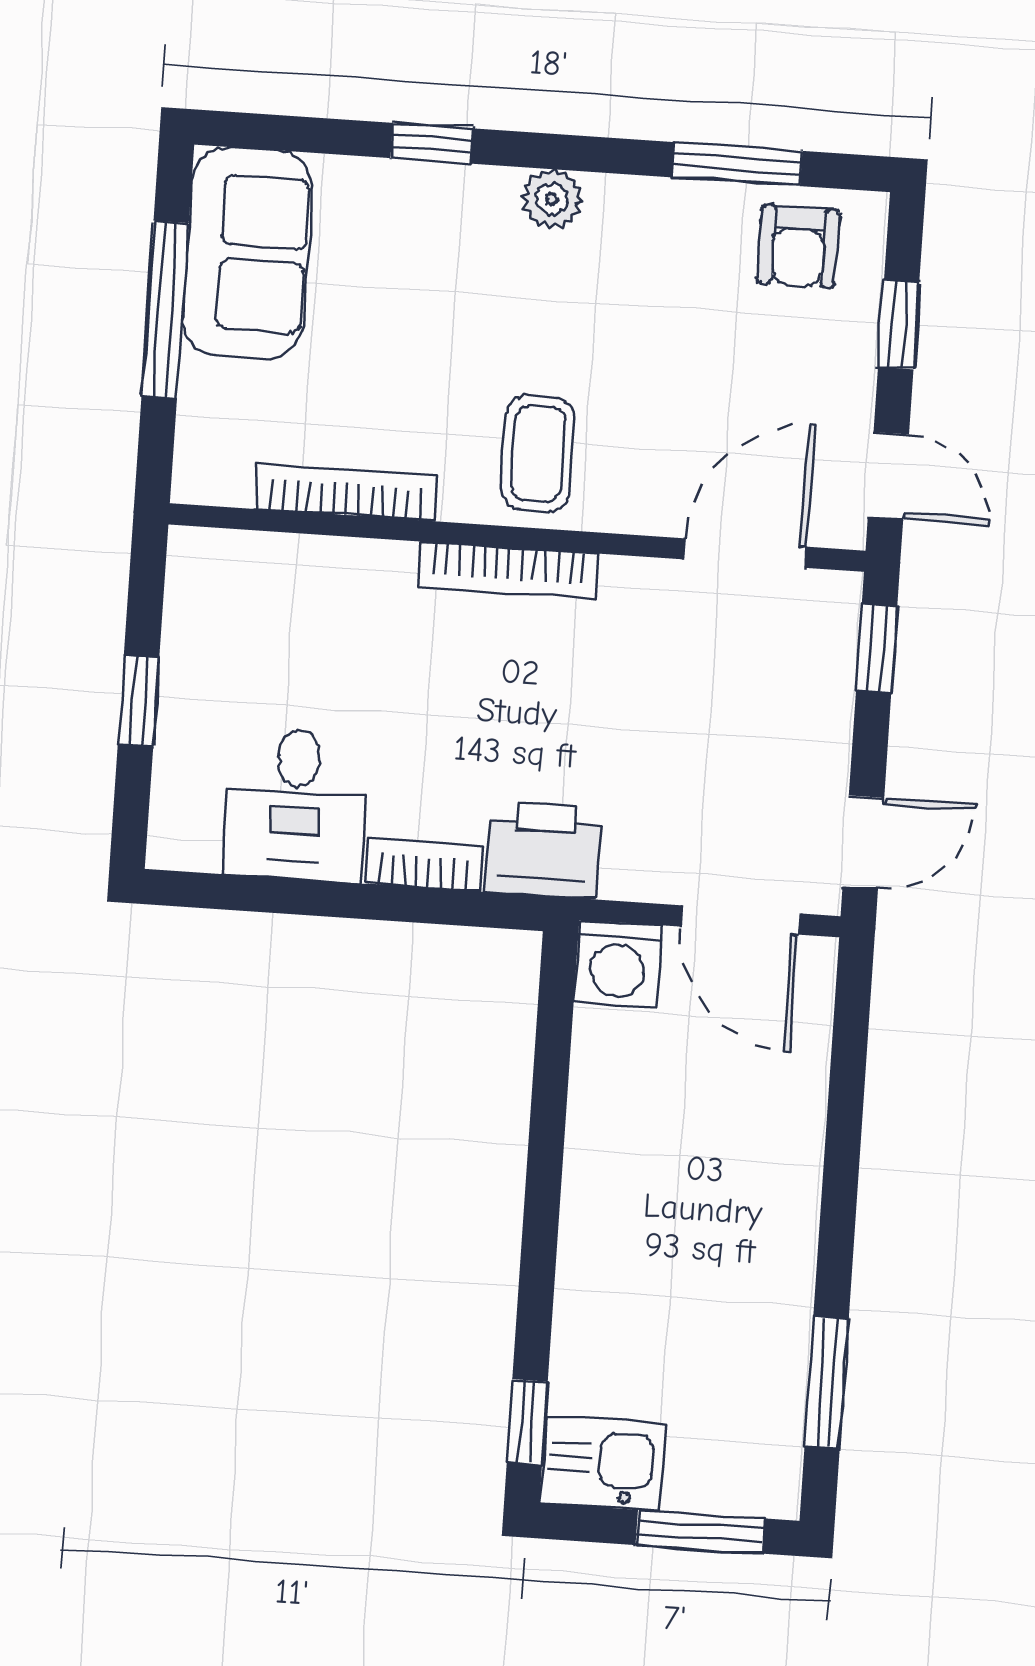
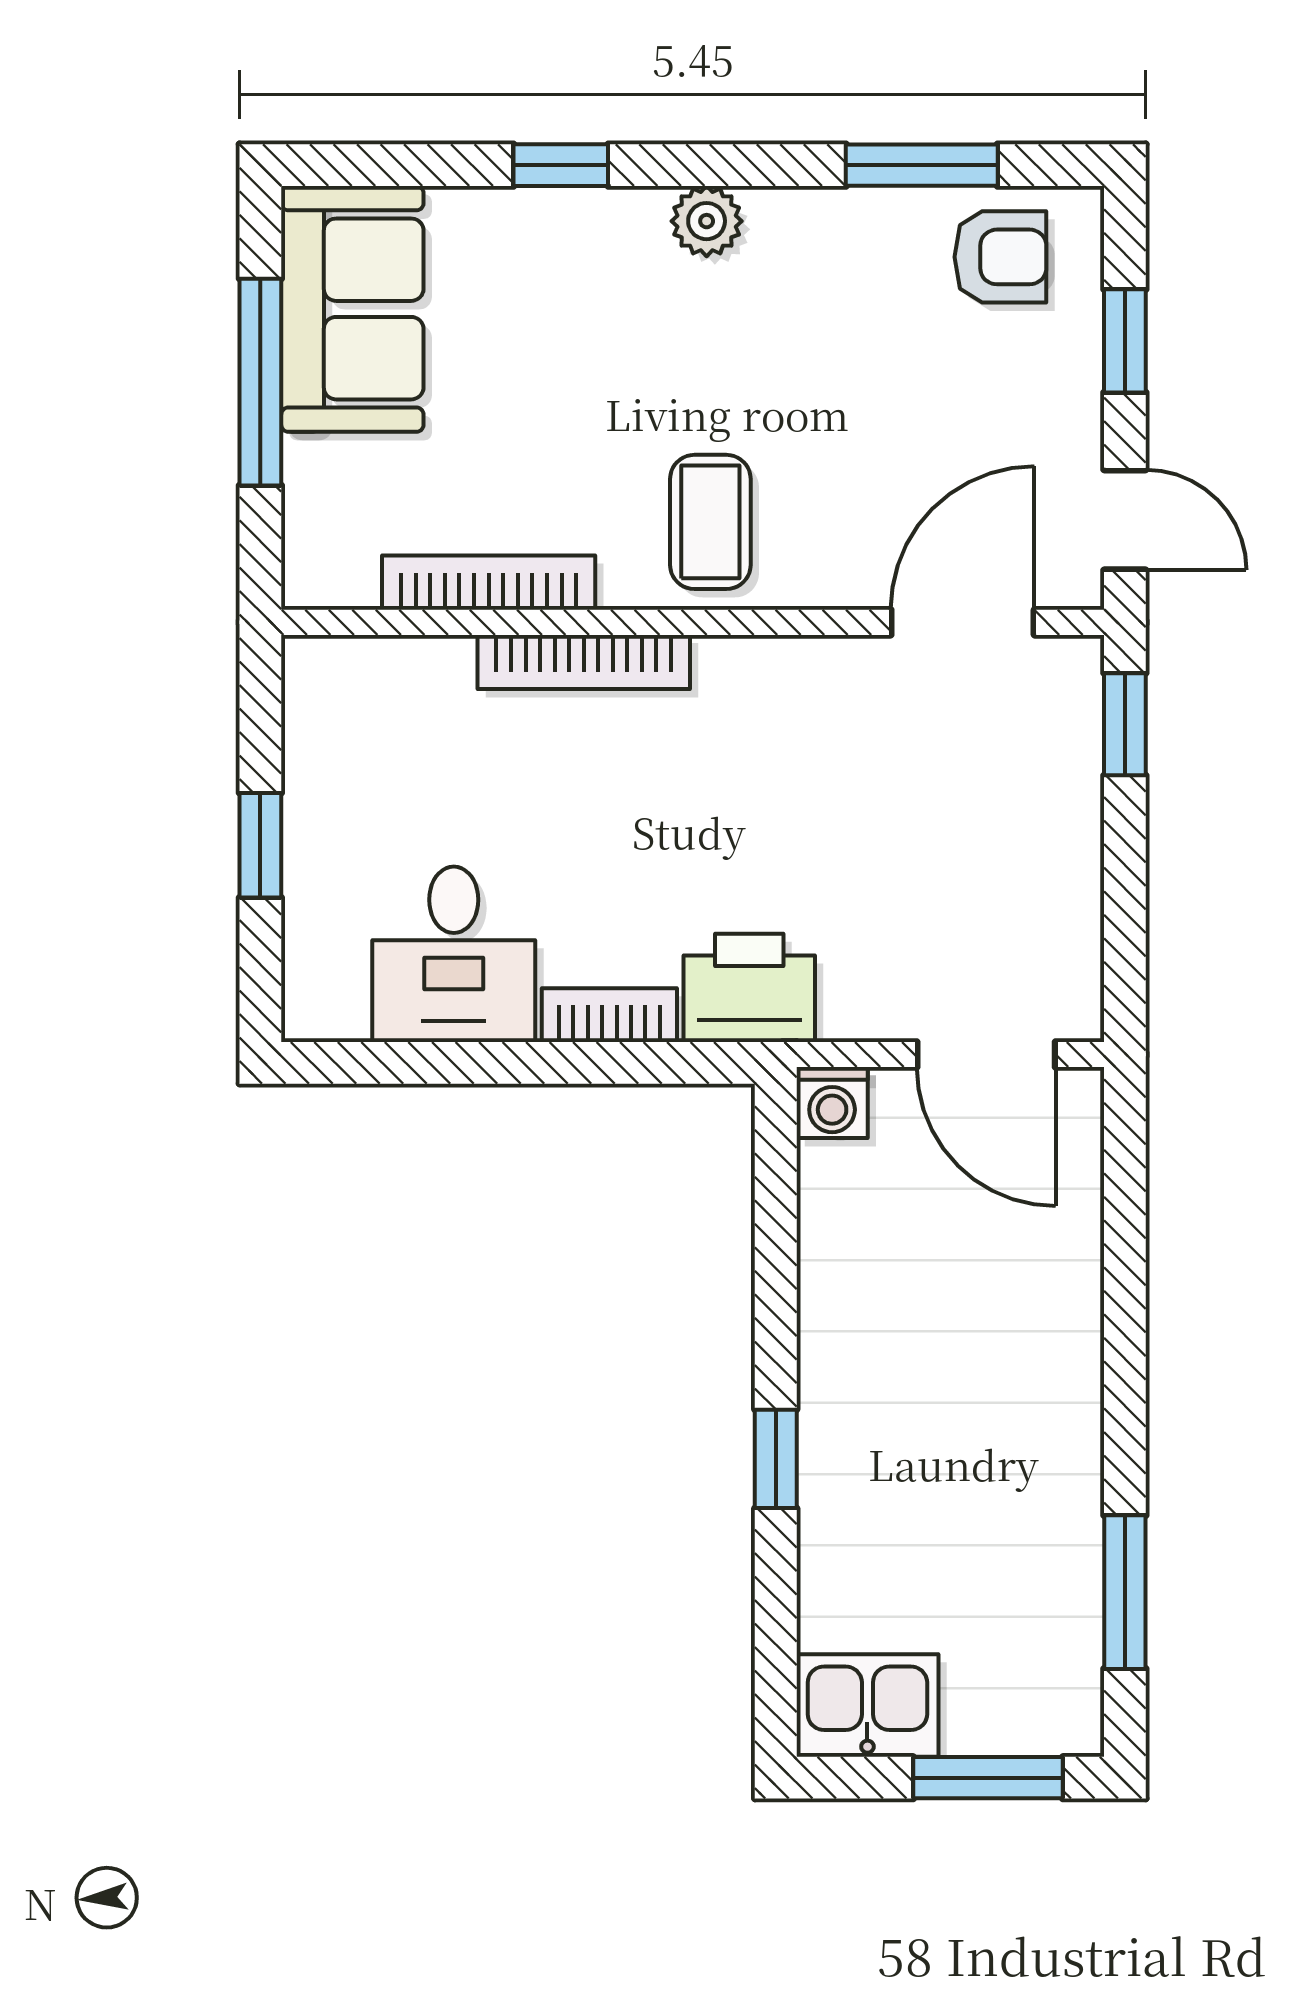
armchair: (798, 246) -> (1000, 257), turned -90
bookcase: (508, 571) -> (584, 662), moved
door: (863, 842) -> (1125, 953), removed
washing machine: (618, 964) -> (832, 1103), width x0.73, depth x0.73
window: (527, 1422) -> (776, 1459), moved

